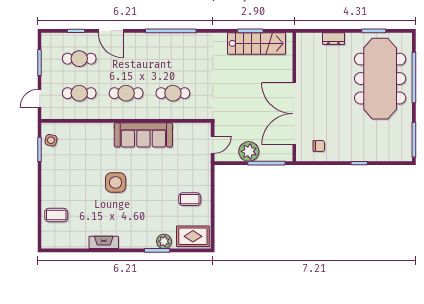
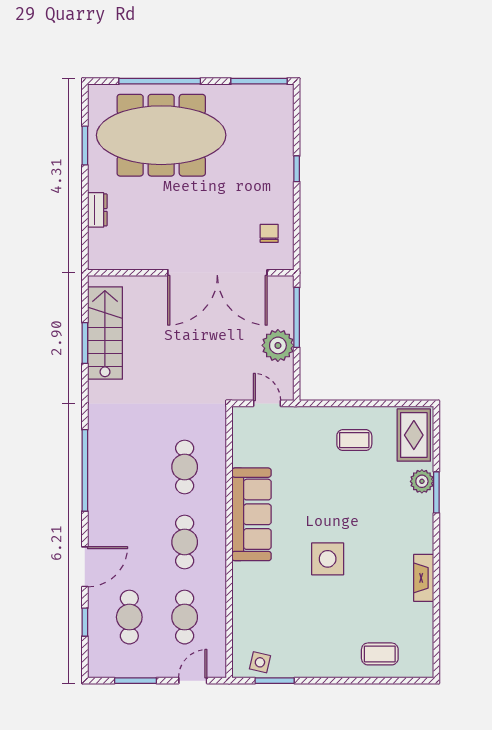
door: (40, 98) -> (193, 681), swing flipped
coffee table: (190, 199) -> (354, 440), turned 90
coffee table: (56, 215) -> (380, 654), turned 90

